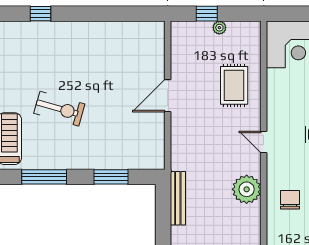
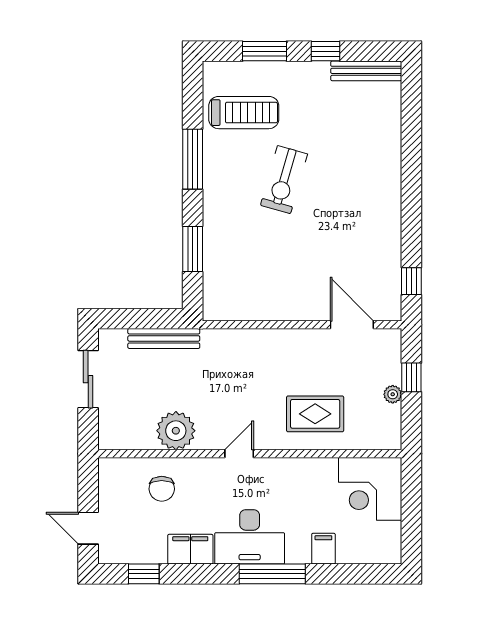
window: (40, 14) -> (411, 281), moved
door: (168, 96) -> (352, 325), moved
chair: (290, 200) -> (162, 489), turned 90

